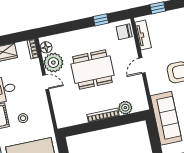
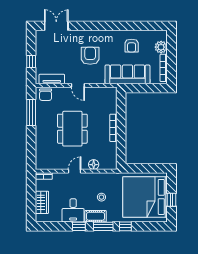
window: (101, 20) -> (31, 113), width x2.17
floor lamp: (46, 47) -> (94, 165), moved
plant: (53, 63) -> (59, 161), removed
plant: (125, 108) -> (111, 107), removed

